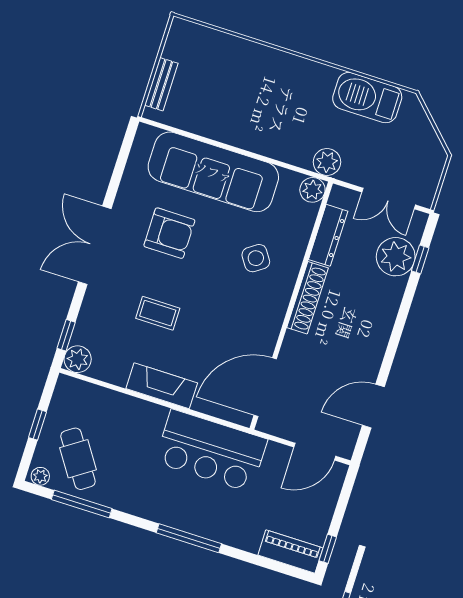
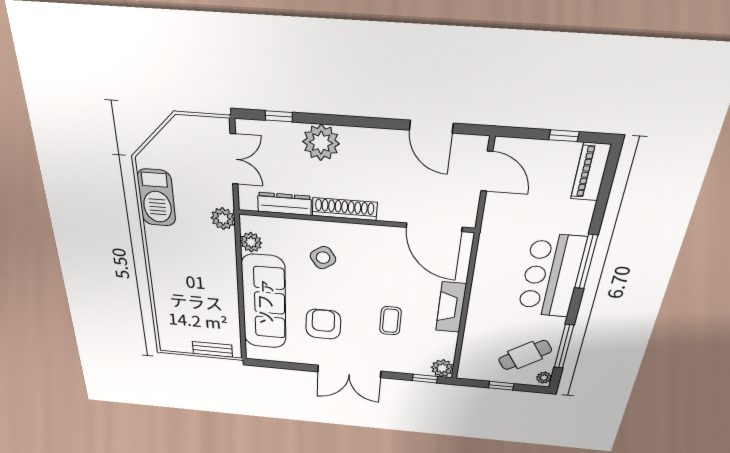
plant: (312, 190) -> (251, 242), moved
plant: (396, 257) -> (321, 143), moved
bar counter: (211, 451) -> (551, 276), moved, turned 180
window: (328, 549) -> (564, 136), moved

